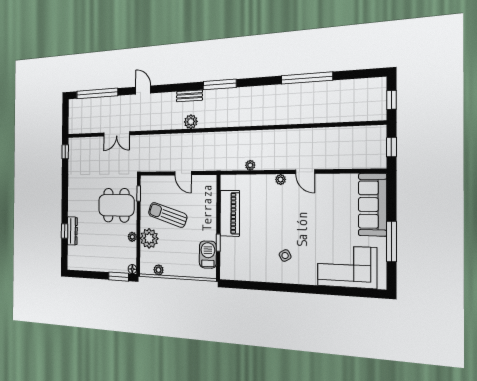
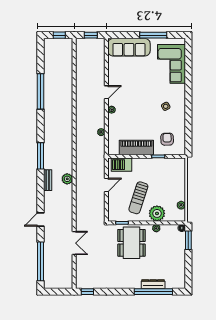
window: (65, 231) -> (153, 292), width x3.17
barbecue: (208, 255) -> (122, 165), moved
armchair: (241, 255) -> (167, 139), added

